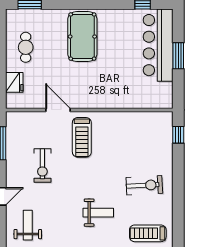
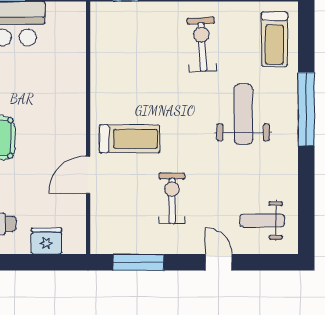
exercise bike: (42, 165) -> (172, 198), turned -90
weight bench: (98, 213) -> (243, 114), width x1.36, depth x1.33

